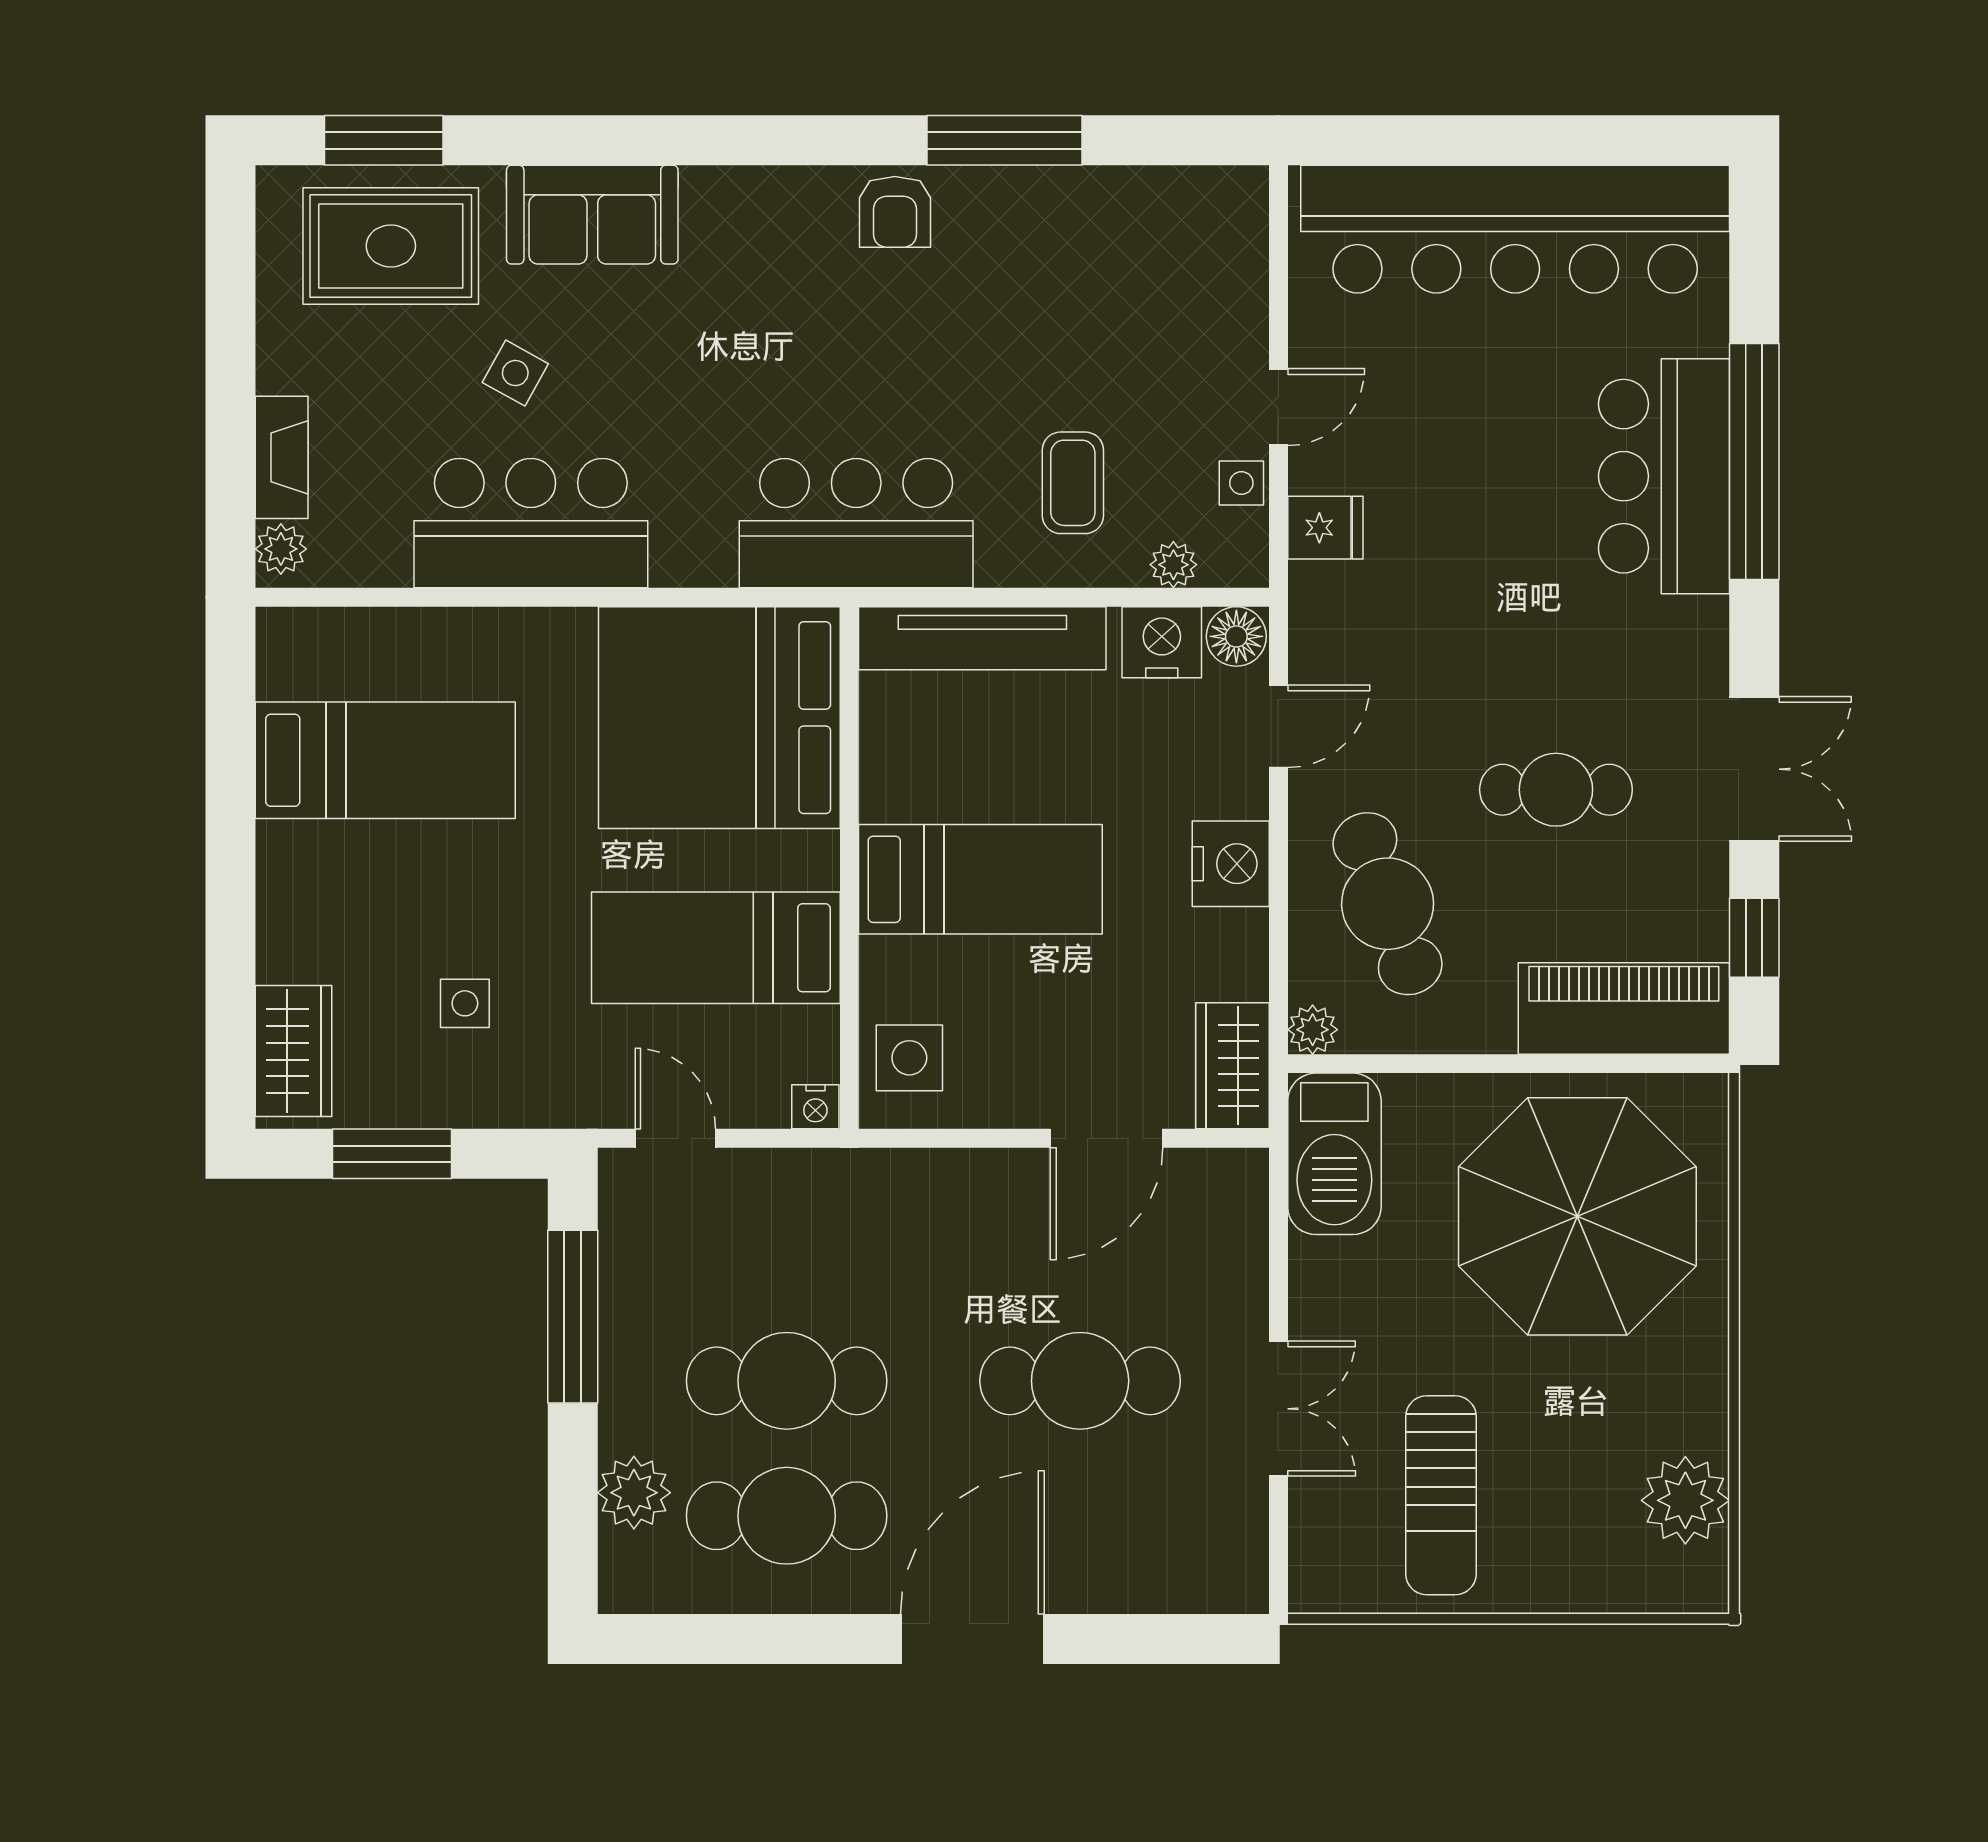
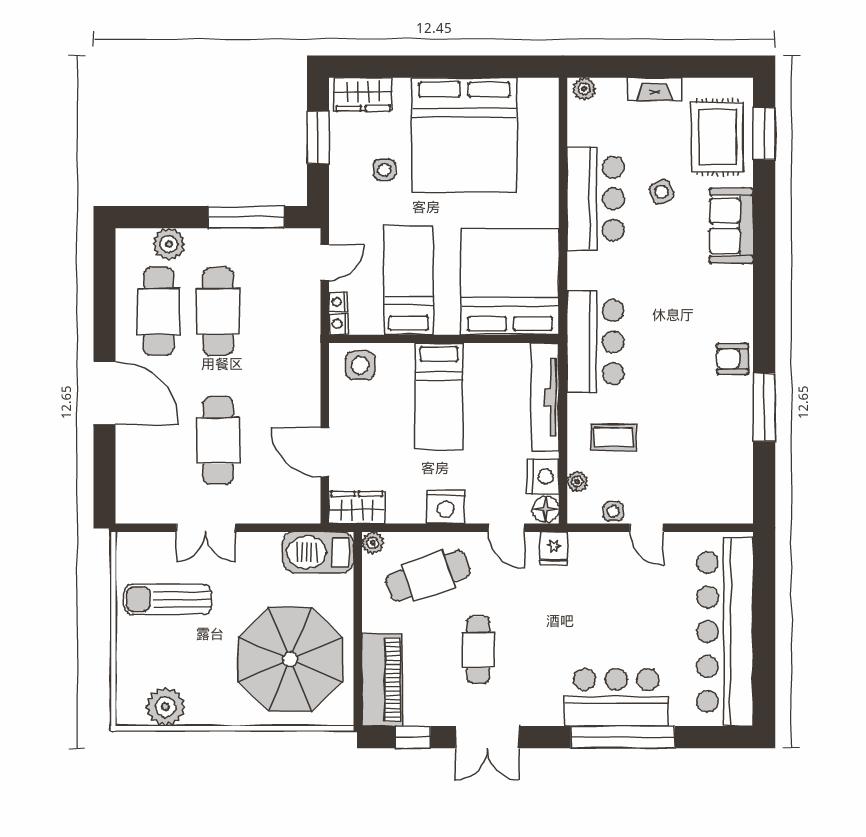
side table: (515, 373) -> (662, 192), turned 35
fireplace: (282, 457) -> (655, 89), moved
fridge: (1325, 528) -> (554, 548), moved
bed: (385, 760) -> (464, 135), width x2.04
nightstand: (765, 1108) -> (338, 302), added

